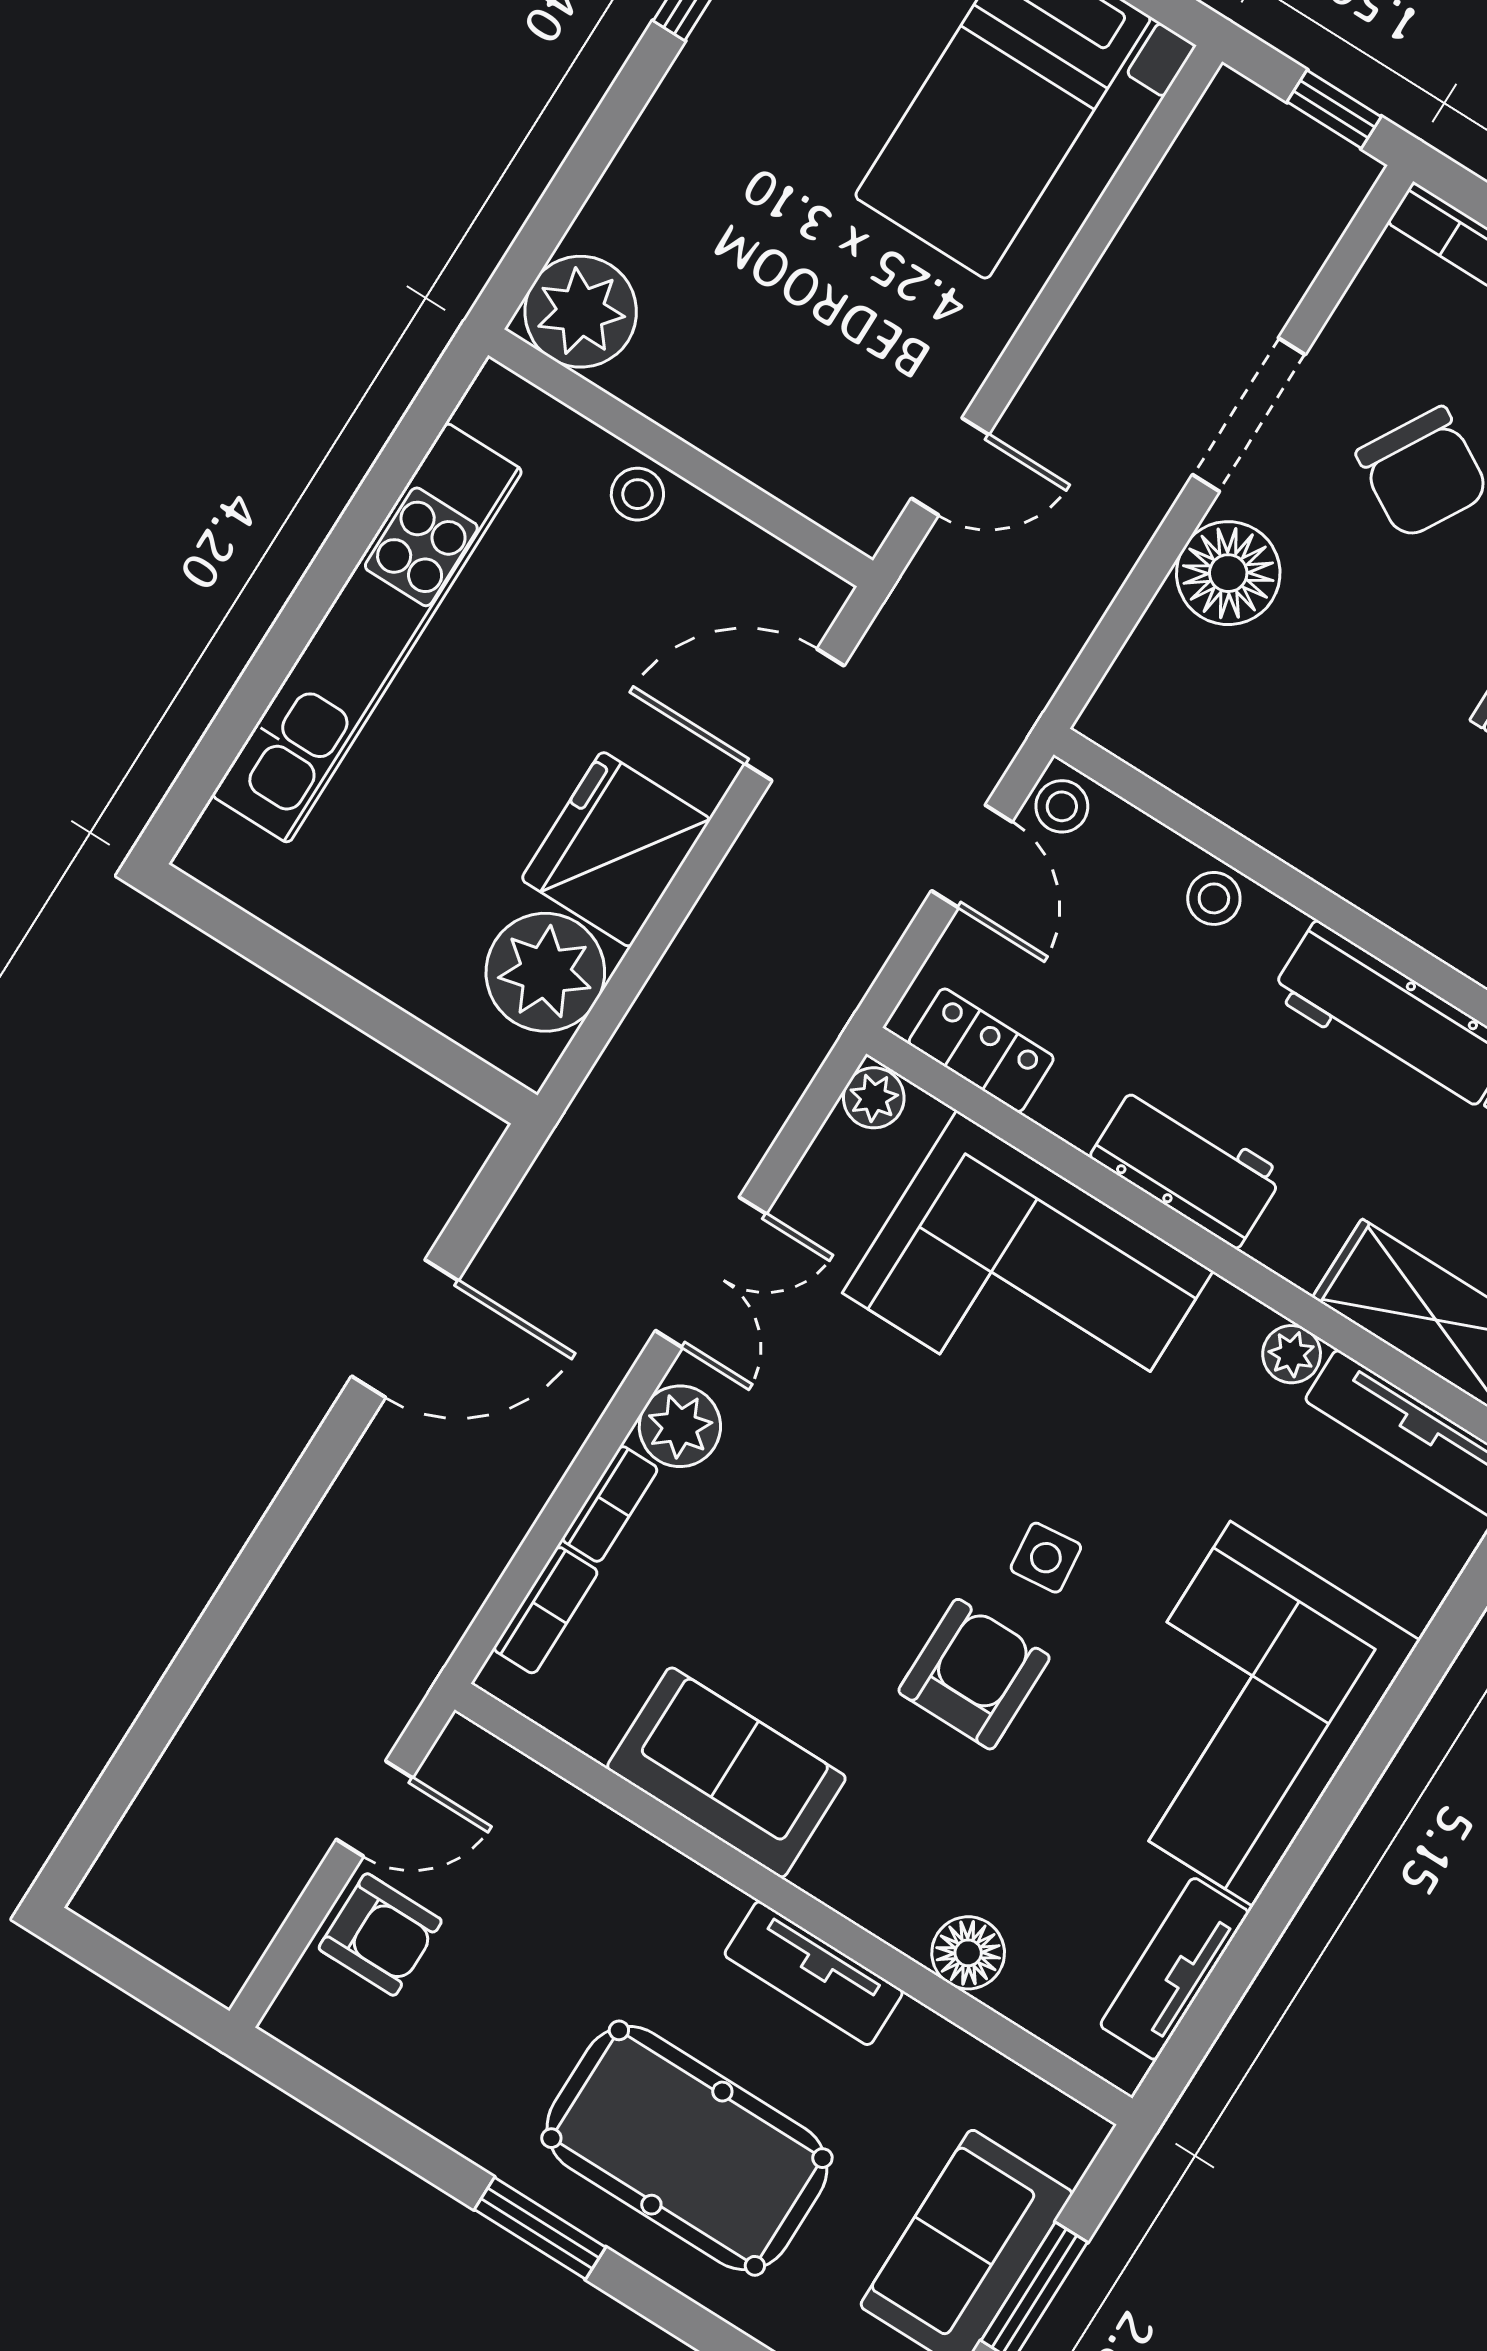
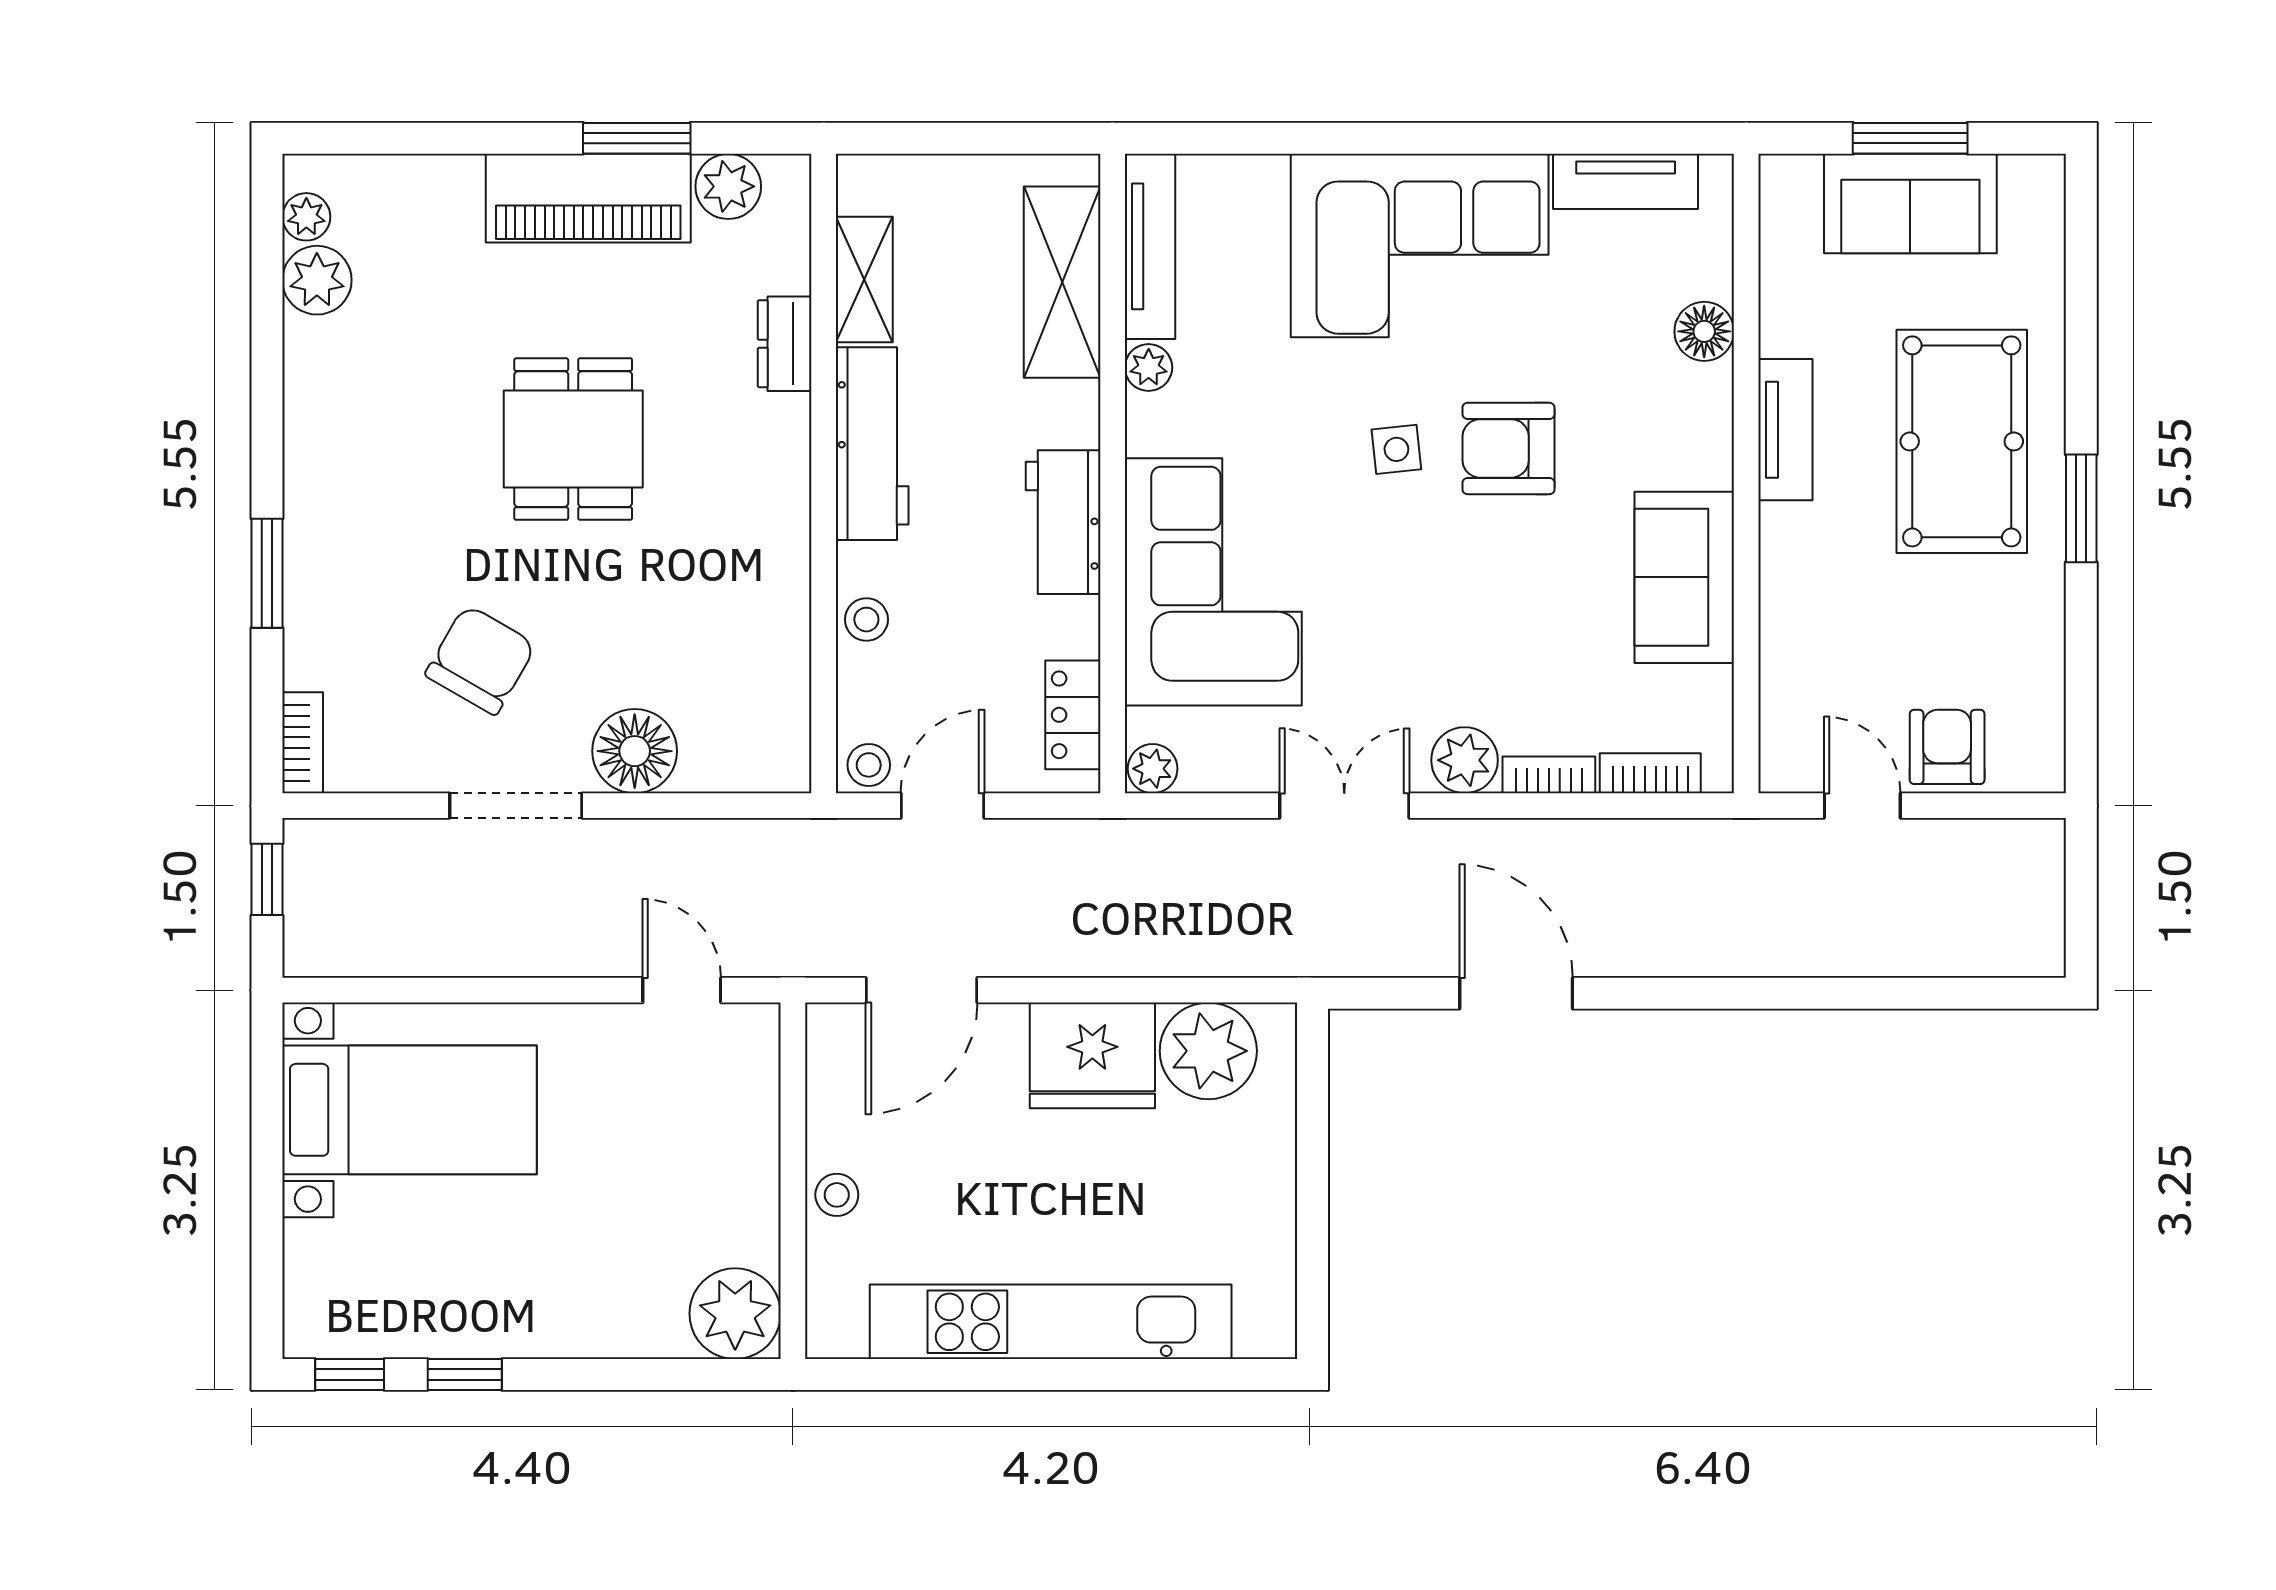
door: (794, 715) -> (921, 990), hinge flipped

